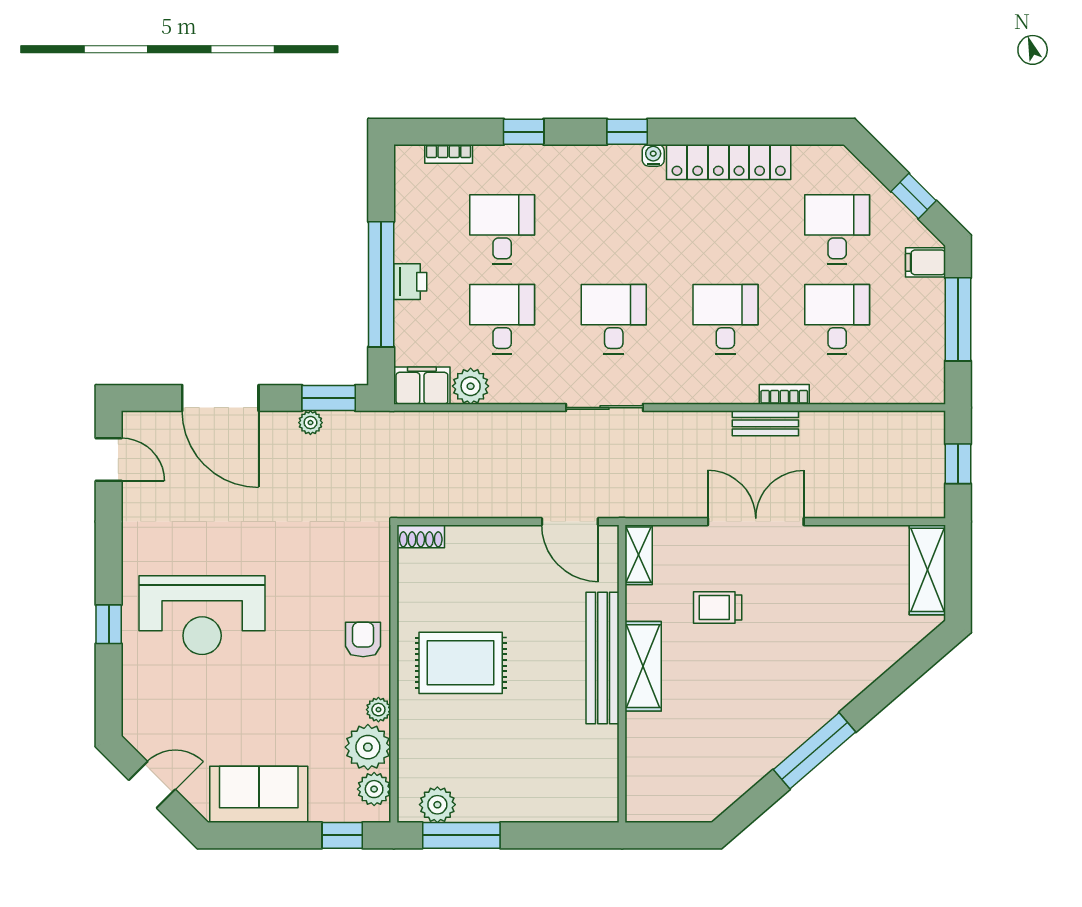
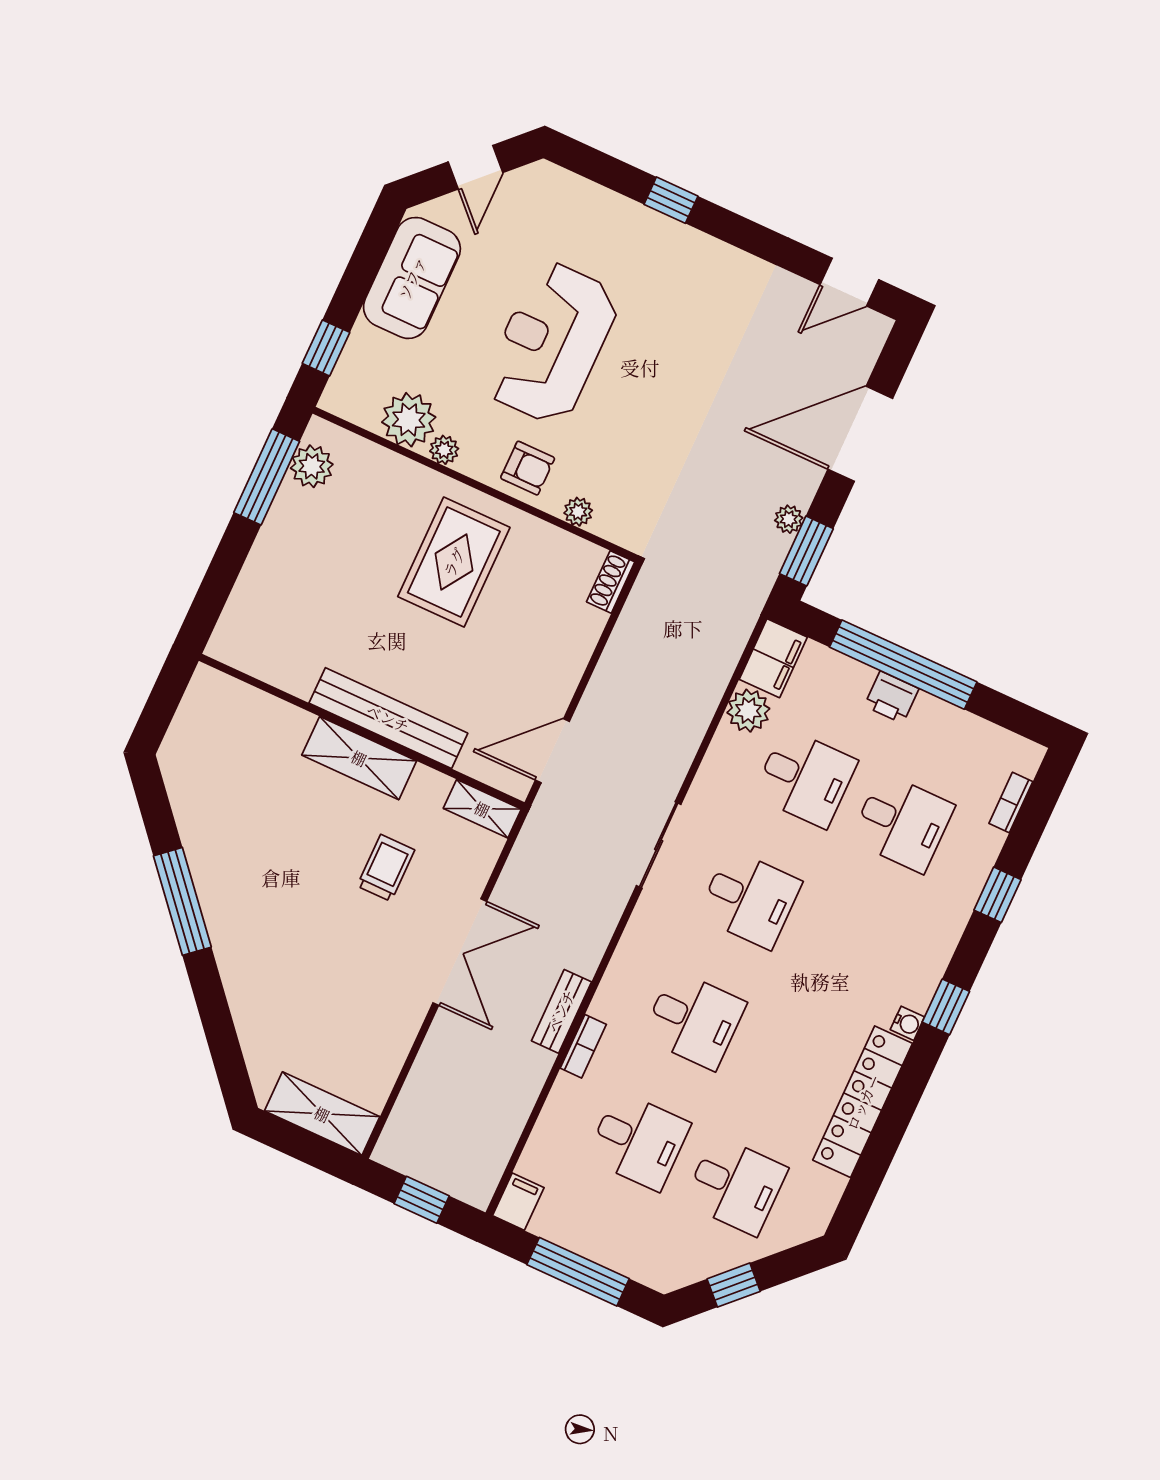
filing cabinet: (926, 262) -> (518, 1202), moved
reception desk: (202, 615) -> (551, 343), moved
plant: (374, 789) -> (578, 512), moved, width x0.73, depth x0.73

